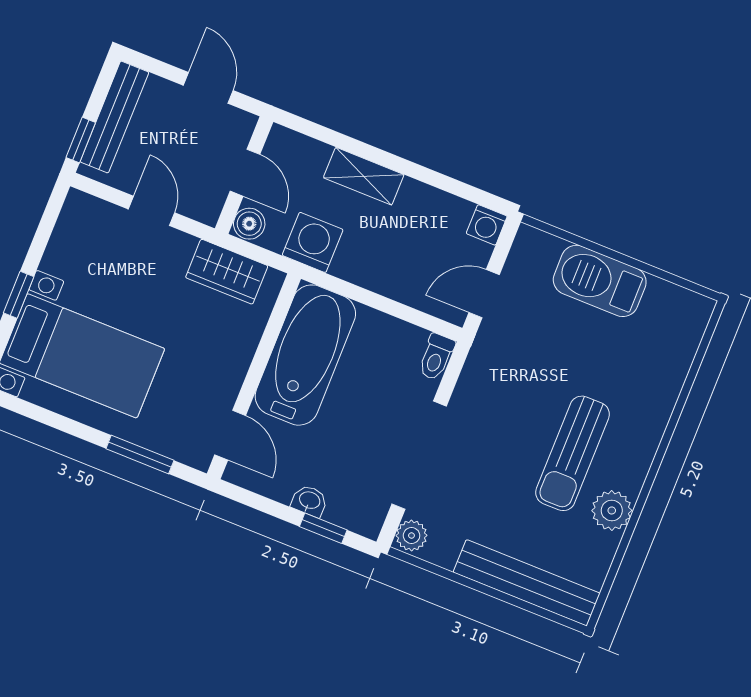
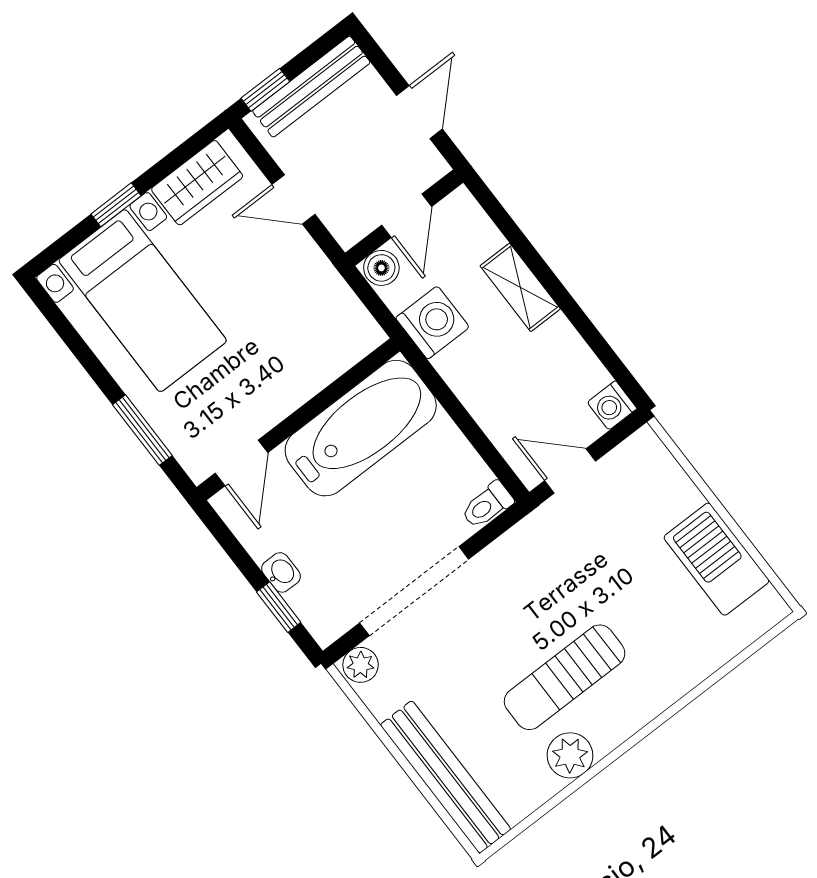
door: (152, 211) -> (294, 199), swing flipped
wardrobe: (227, 272) -> (197, 183), moved, turned -90
barbecue: (600, 281) -> (717, 559), moved

